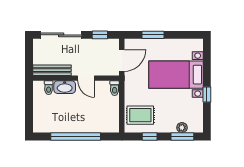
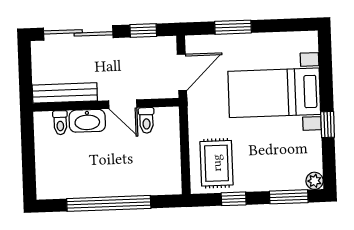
toilet: (115, 88) -> (146, 120), moved
rug: (140, 115) -> (217, 163), turned 90
plant: (182, 128) -> (315, 181), moved

